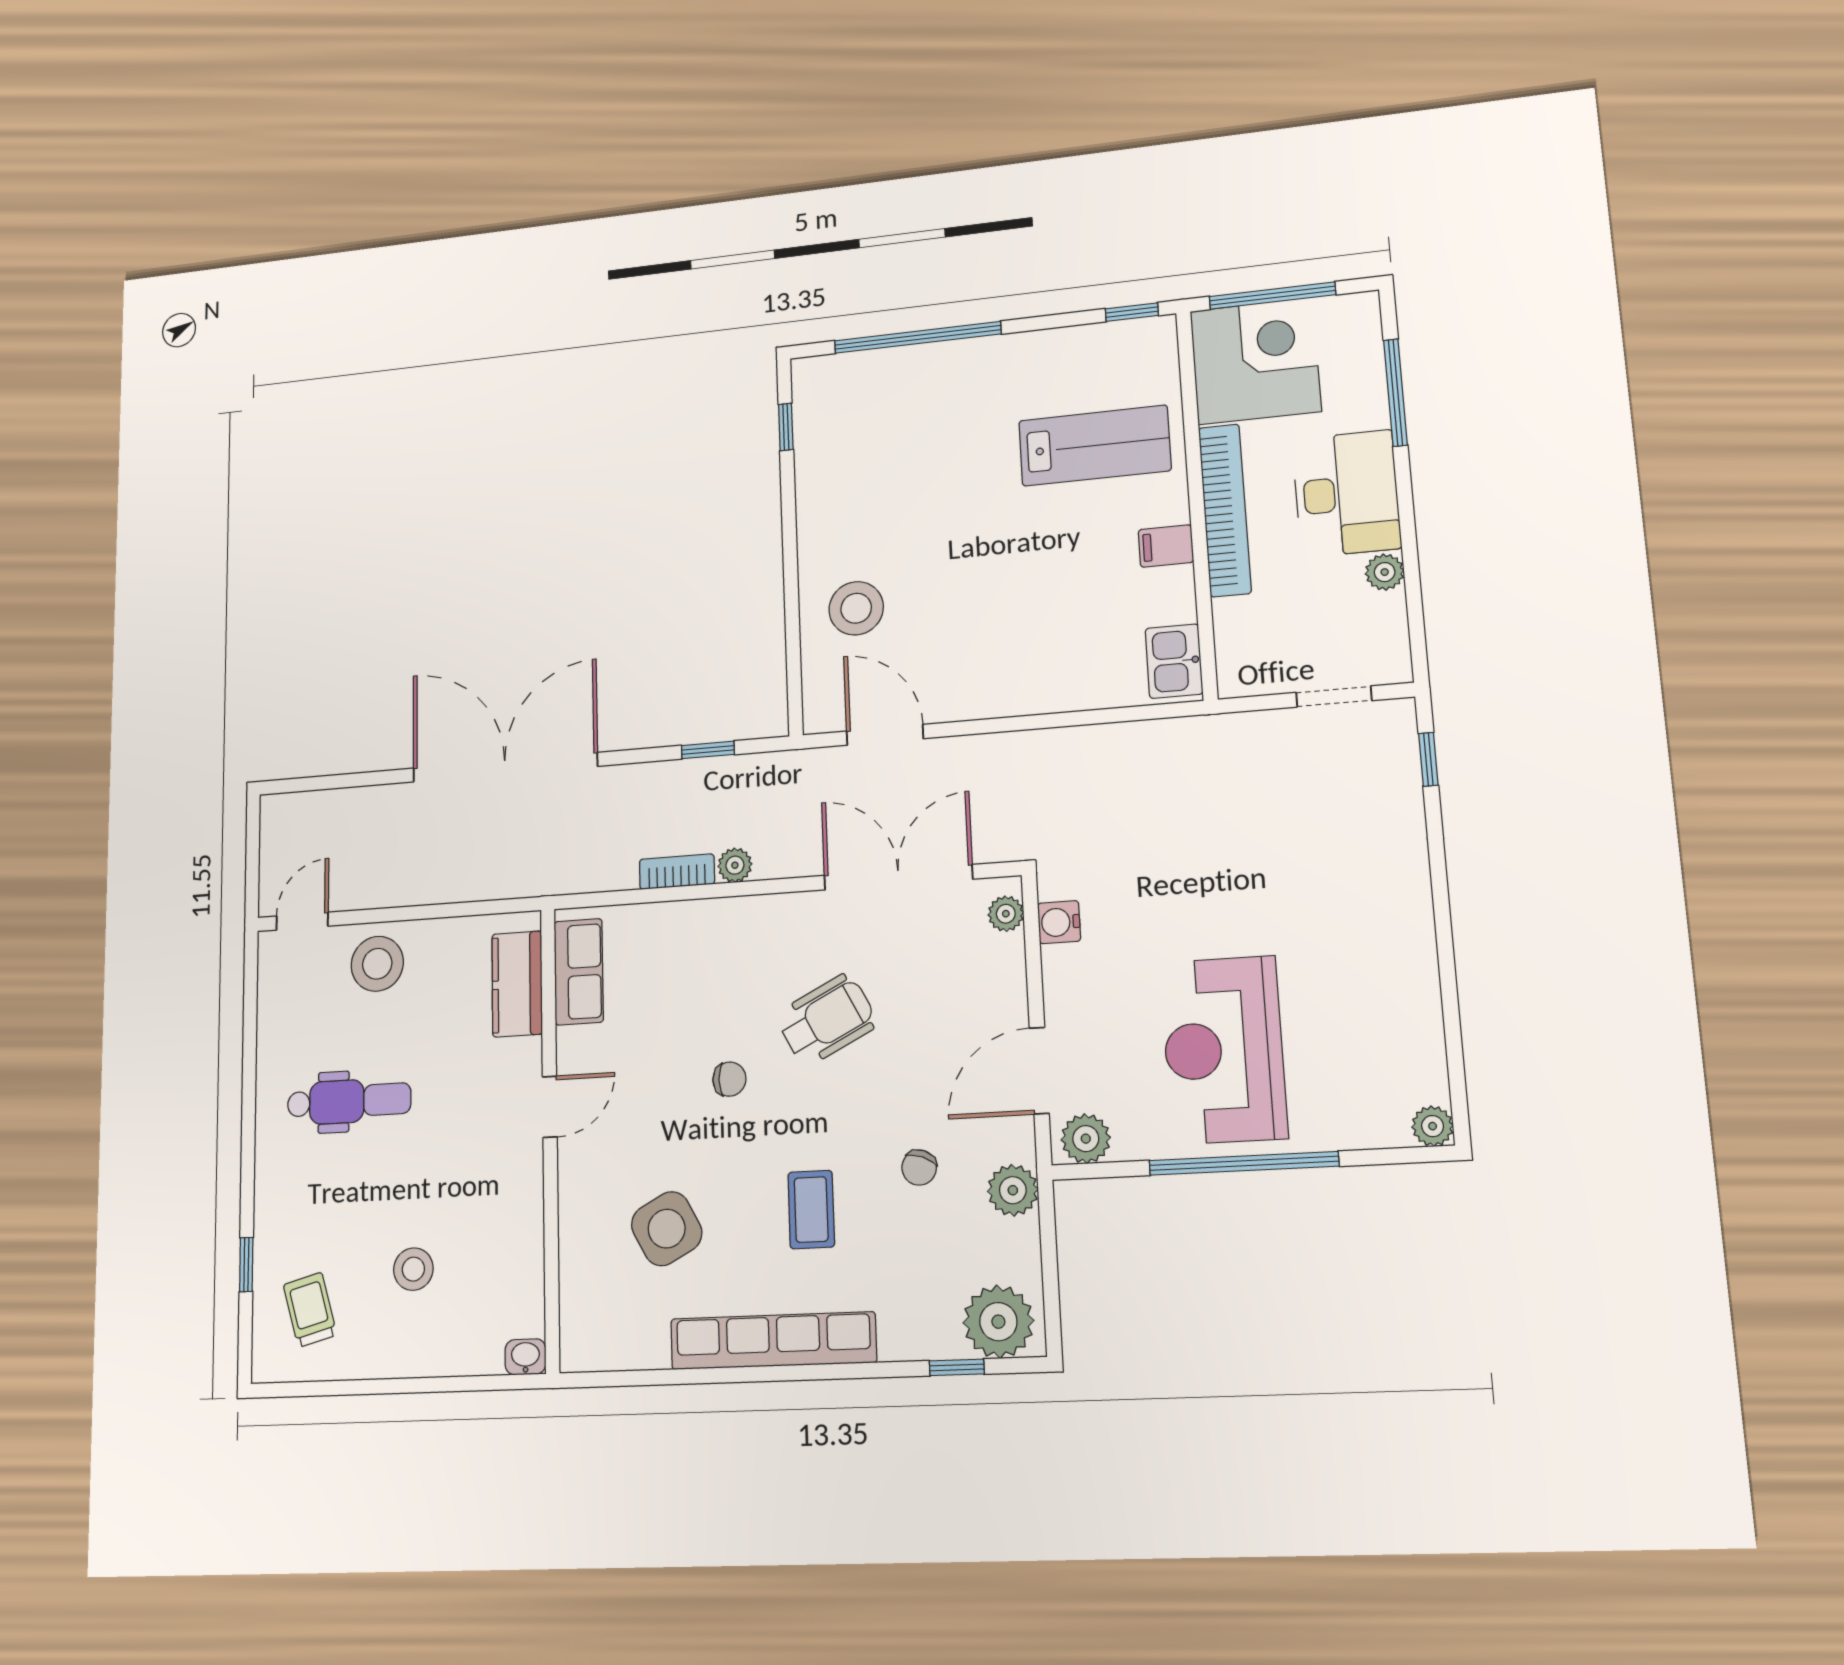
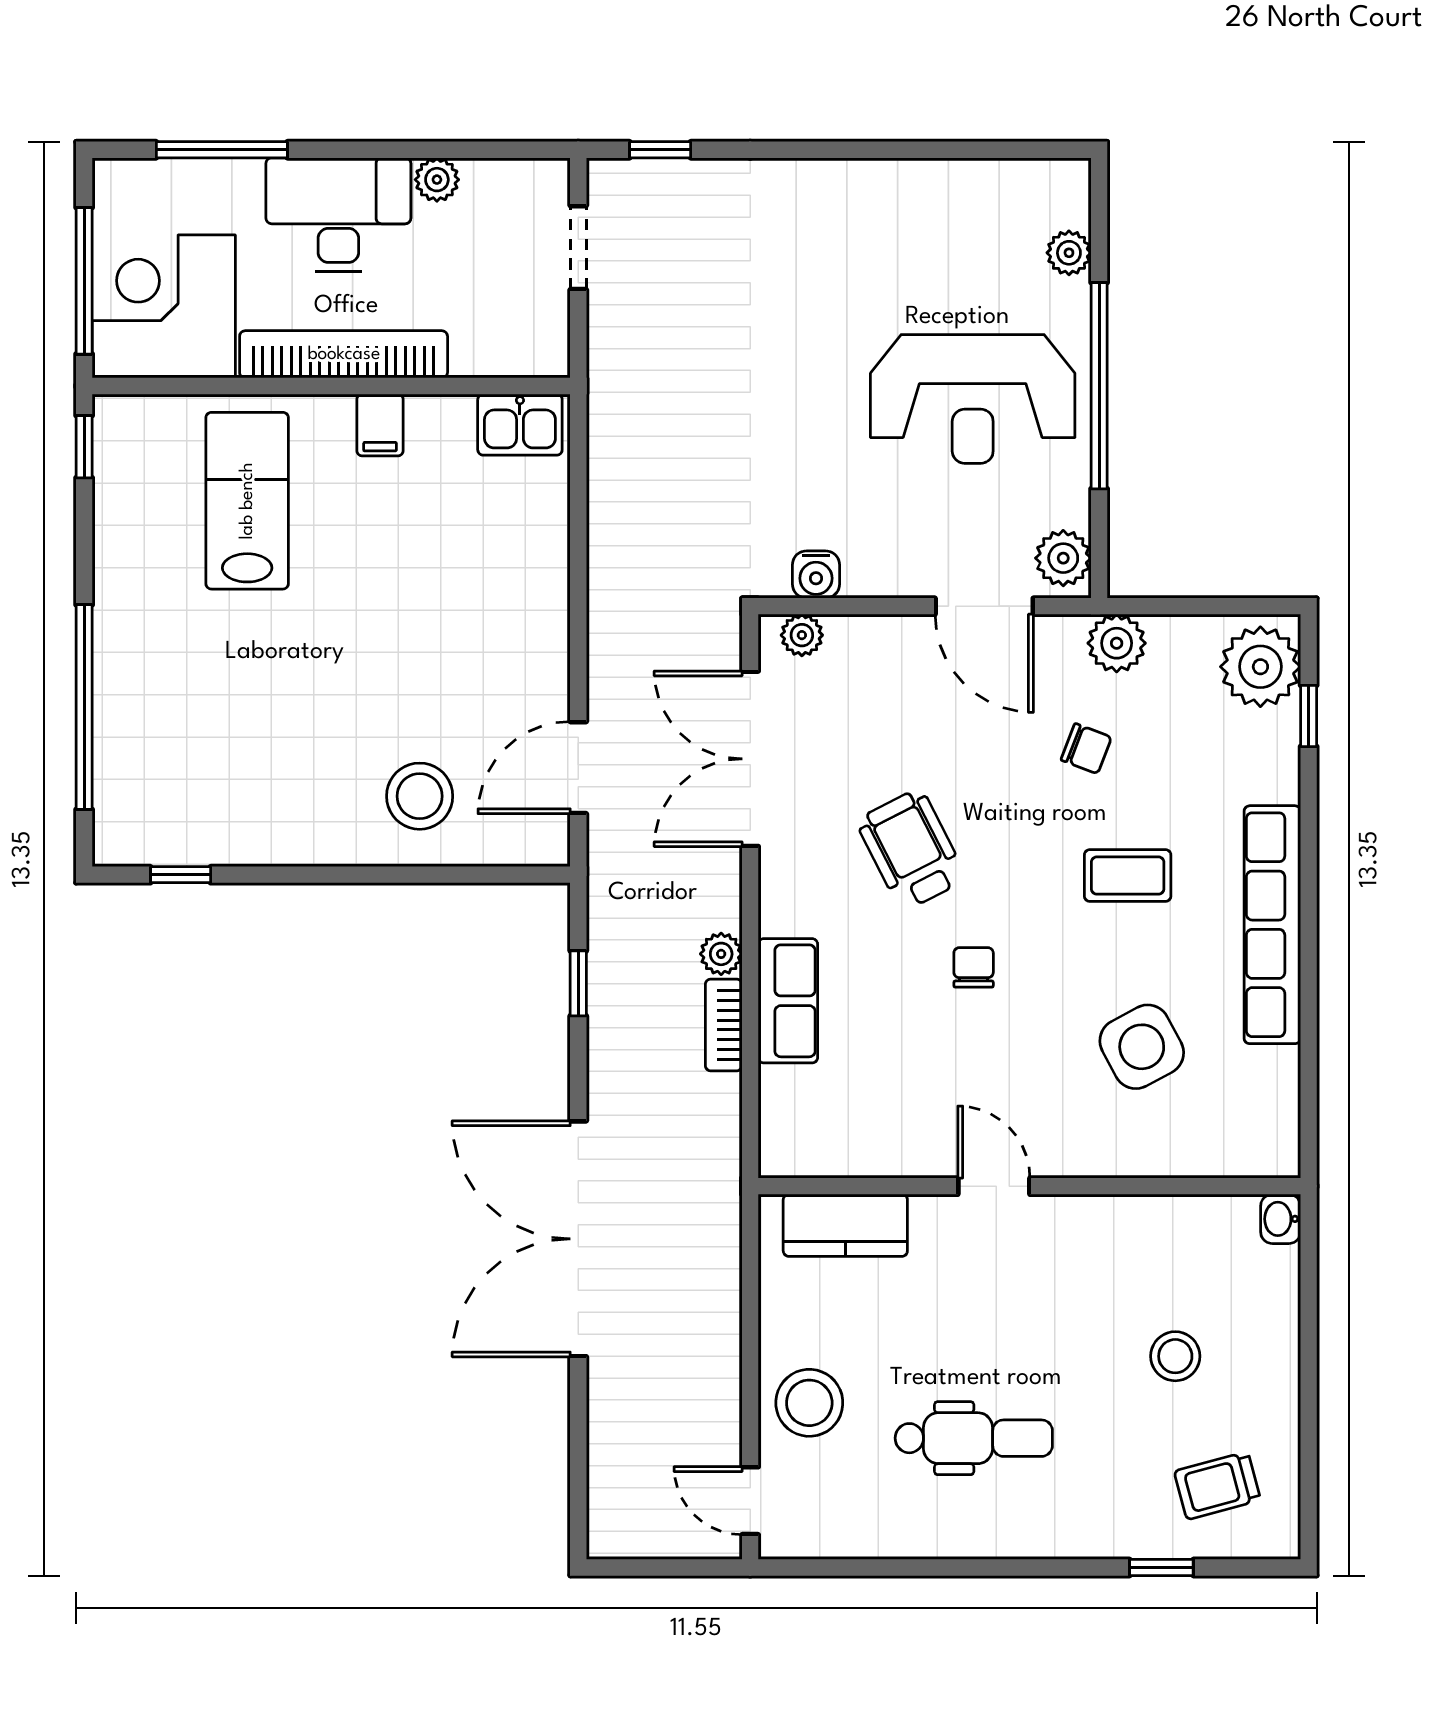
row of seats: (579, 972) -> (788, 1001), moved, turned 90
dental chair: (349, 1101) -> (974, 1438), turned 90
plant: (1433, 1126) -> (1069, 253), moved

